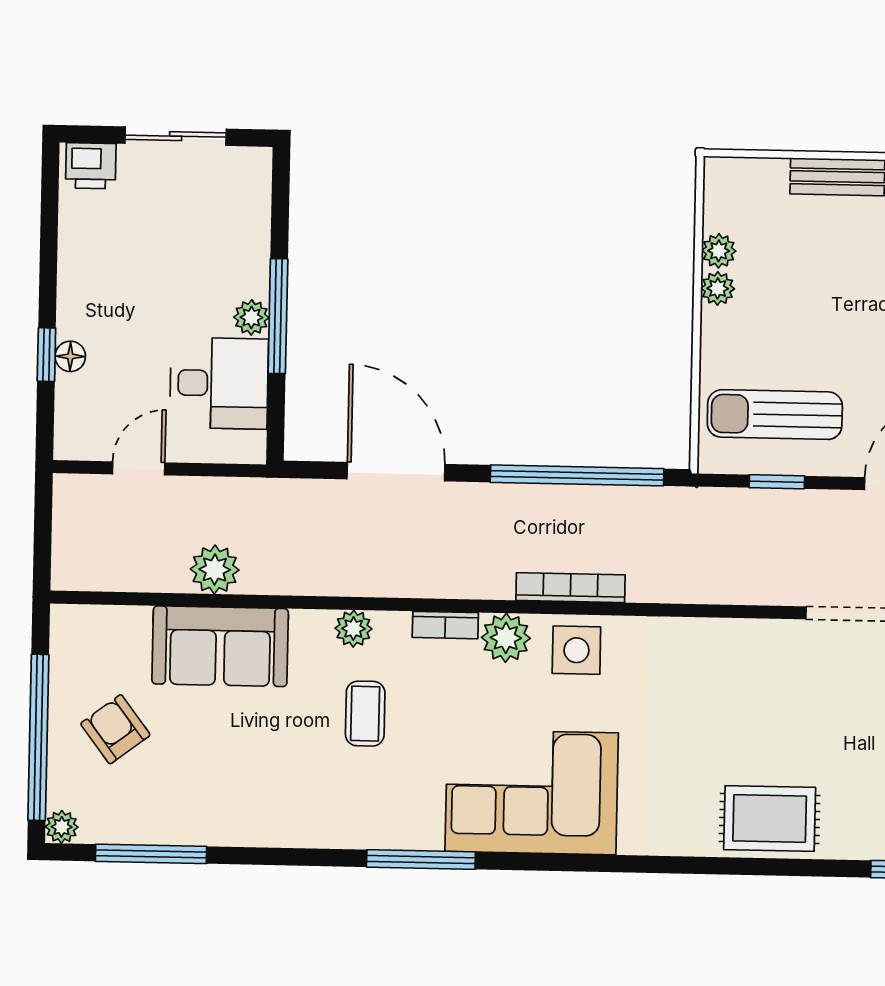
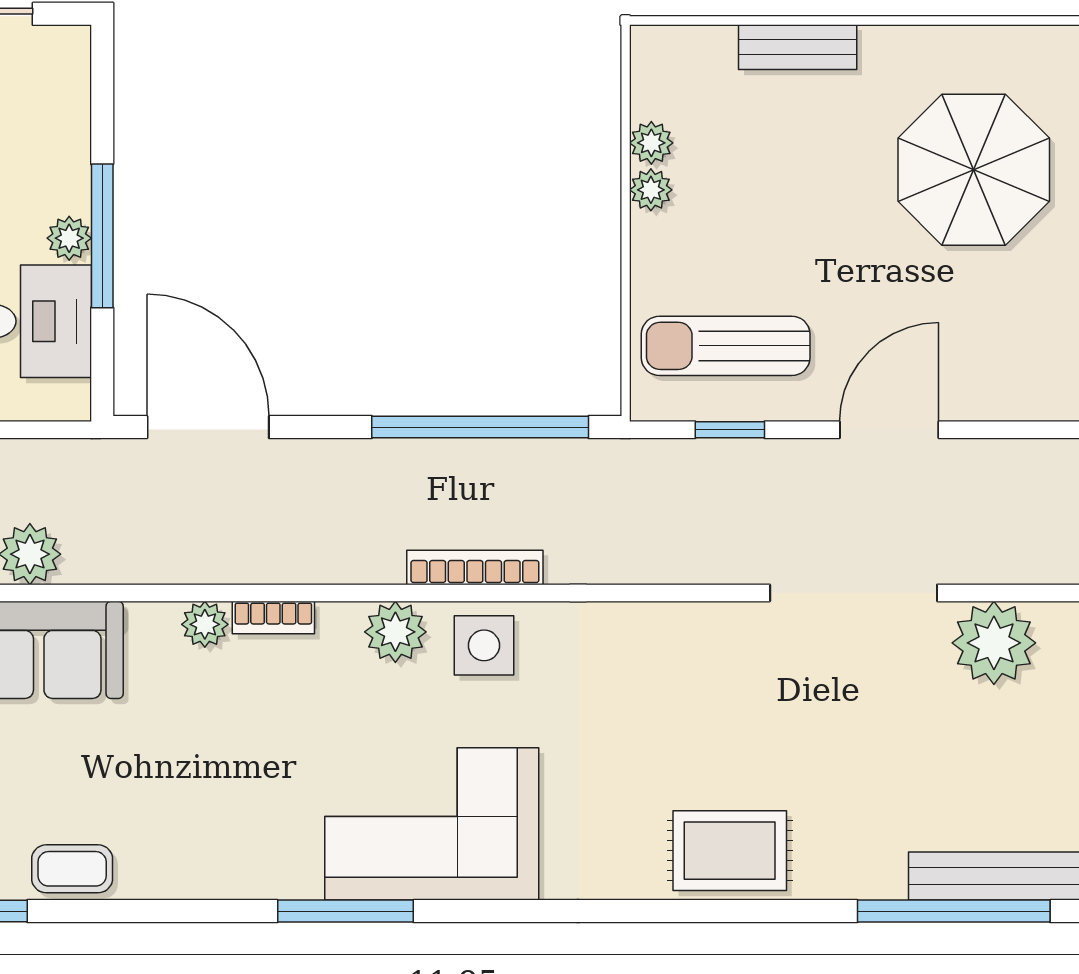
door: (396, 472) -> (208, 427), moved
bookcase: (445, 625) -> (273, 617), moved
coffee table: (365, 714) -> (72, 869), moved, turned 90
window: (421, 860) -> (345, 911), moved

